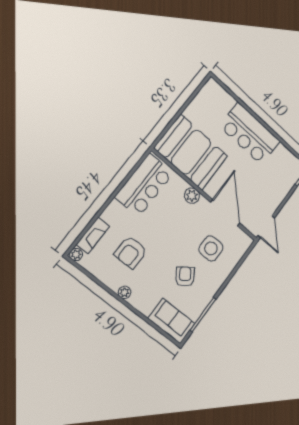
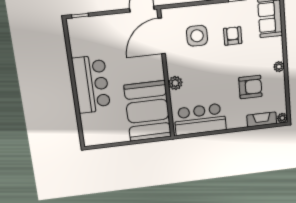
door: (225, 213) -> (162, 36), moved
armchair: (185, 277) -> (233, 36), turned 125

